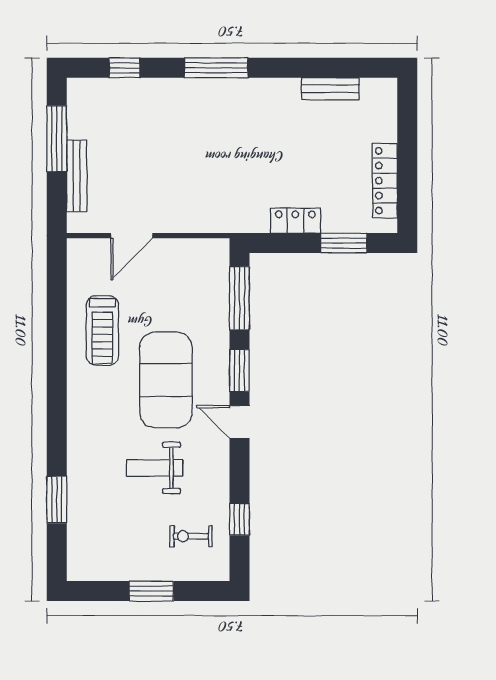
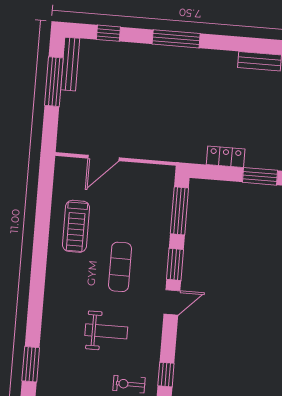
bench: (77, 176) -> (70, 64), moved
exercise mat: (166, 380) -> (120, 267), width x0.50, depth x0.69
door: (239, 422) -> (172, 302), swing flipped
weight bench: (155, 468) -> (106, 331), turned 180
window: (57, 500) -> (31, 364), moved

